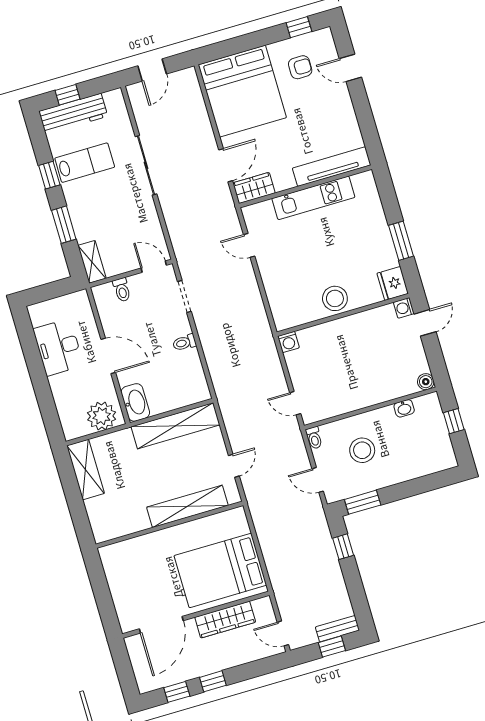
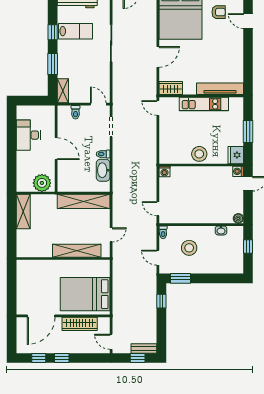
tv unit: (332, 167) -> (220, 89), moved
wall: (305, 186) -> (201, 96), moved
wardrobe: (254, 188) -> (171, 88), moved
kitchen unit: (313, 198) -> (204, 104), moved
washbasin: (135, 402) -> (103, 170), moved, turned 180

